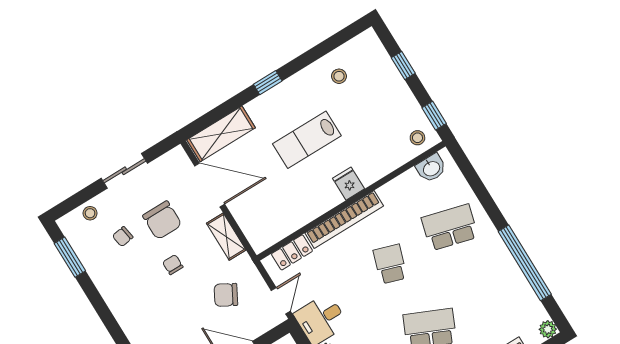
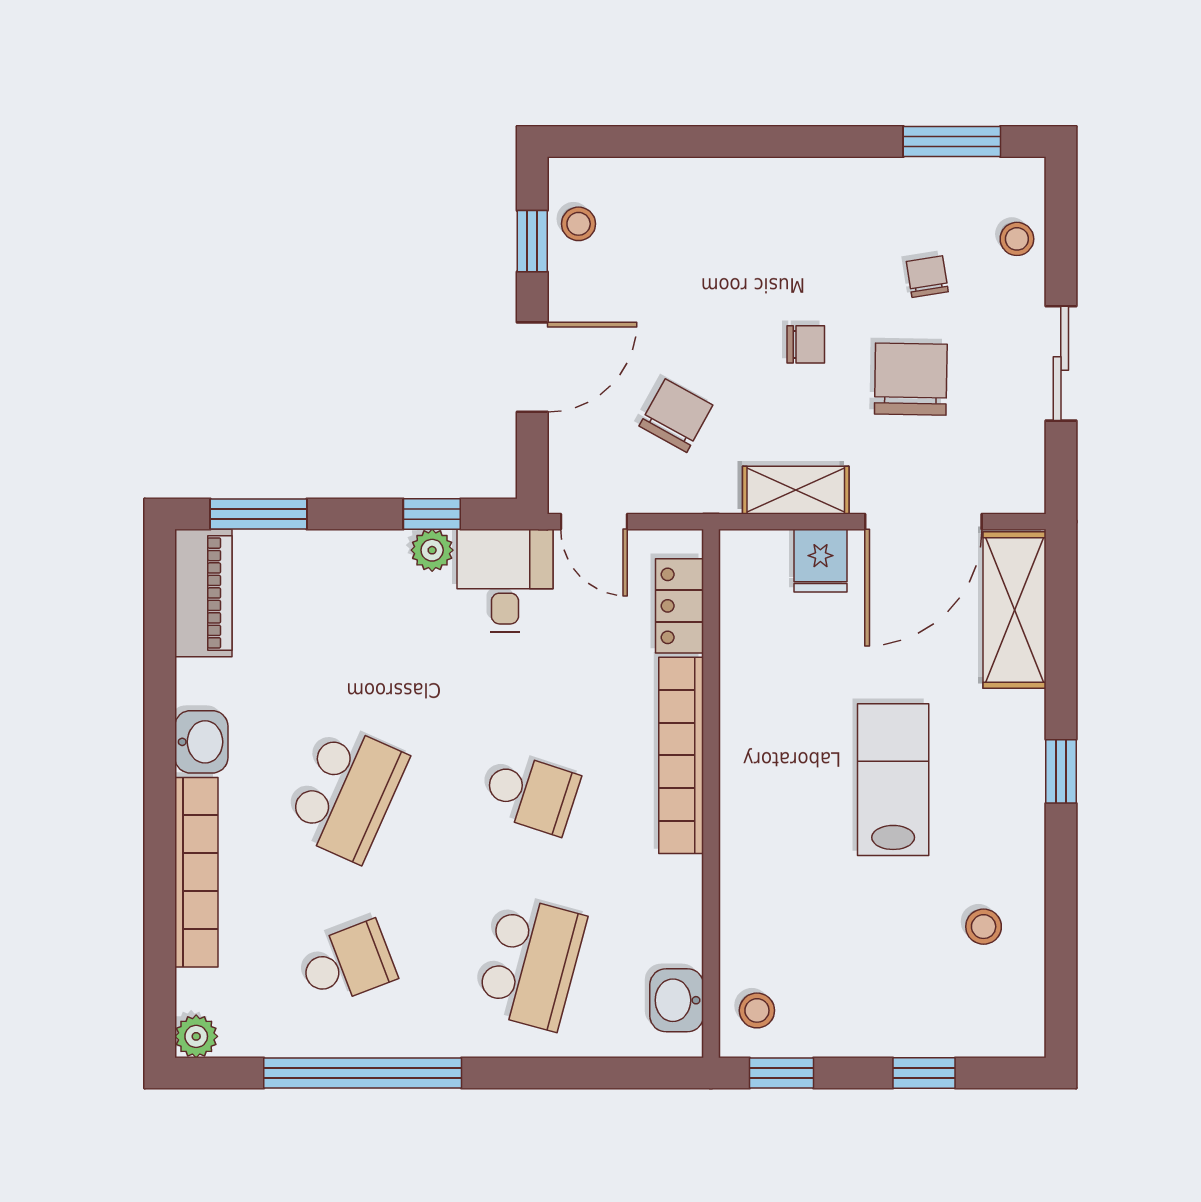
fridge: (348, 184) -> (820, 561), moved, turned 90
chair: (162, 220) -> (911, 379), turned 91
school desk: (490, 292) -> (347, 963), added

